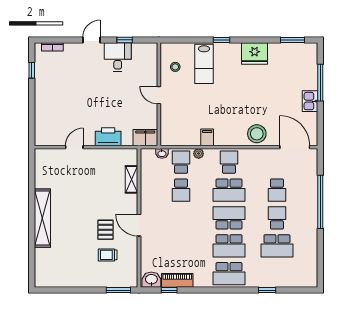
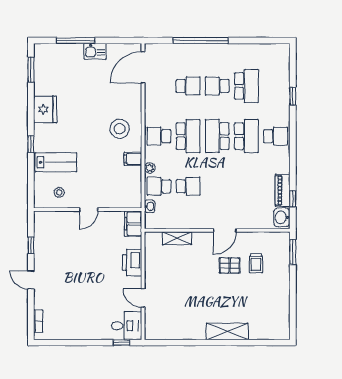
desk: (118, 57) -> (127, 326), moved, turned 180
window: (32, 70) -> (121, 343), moved
stool: (257, 134) -> (120, 129), moved
shelving: (42, 218) -> (227, 331), width x0.68
school desk: (229, 274) -> (276, 136), width x0.54

